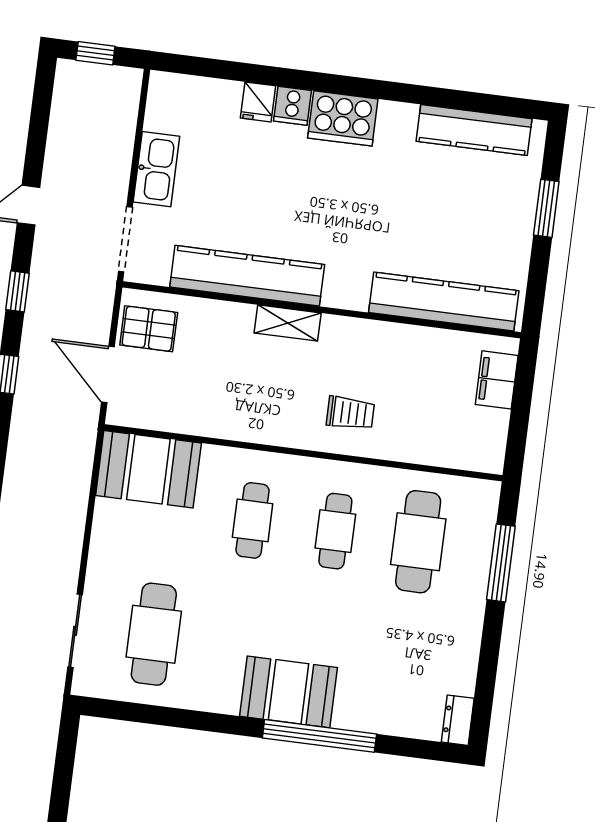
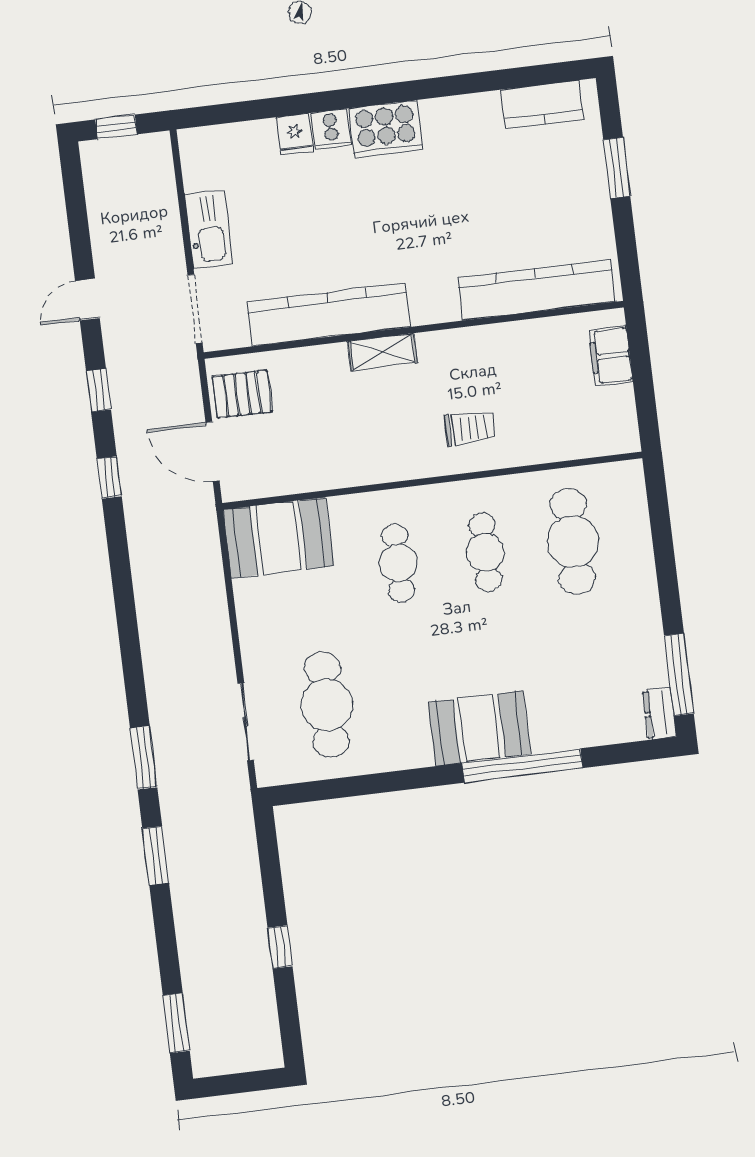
kitchen counter: (474, 130) -> (542, 104), width x0.67
window: (501, 563) -> (679, 675), moved

